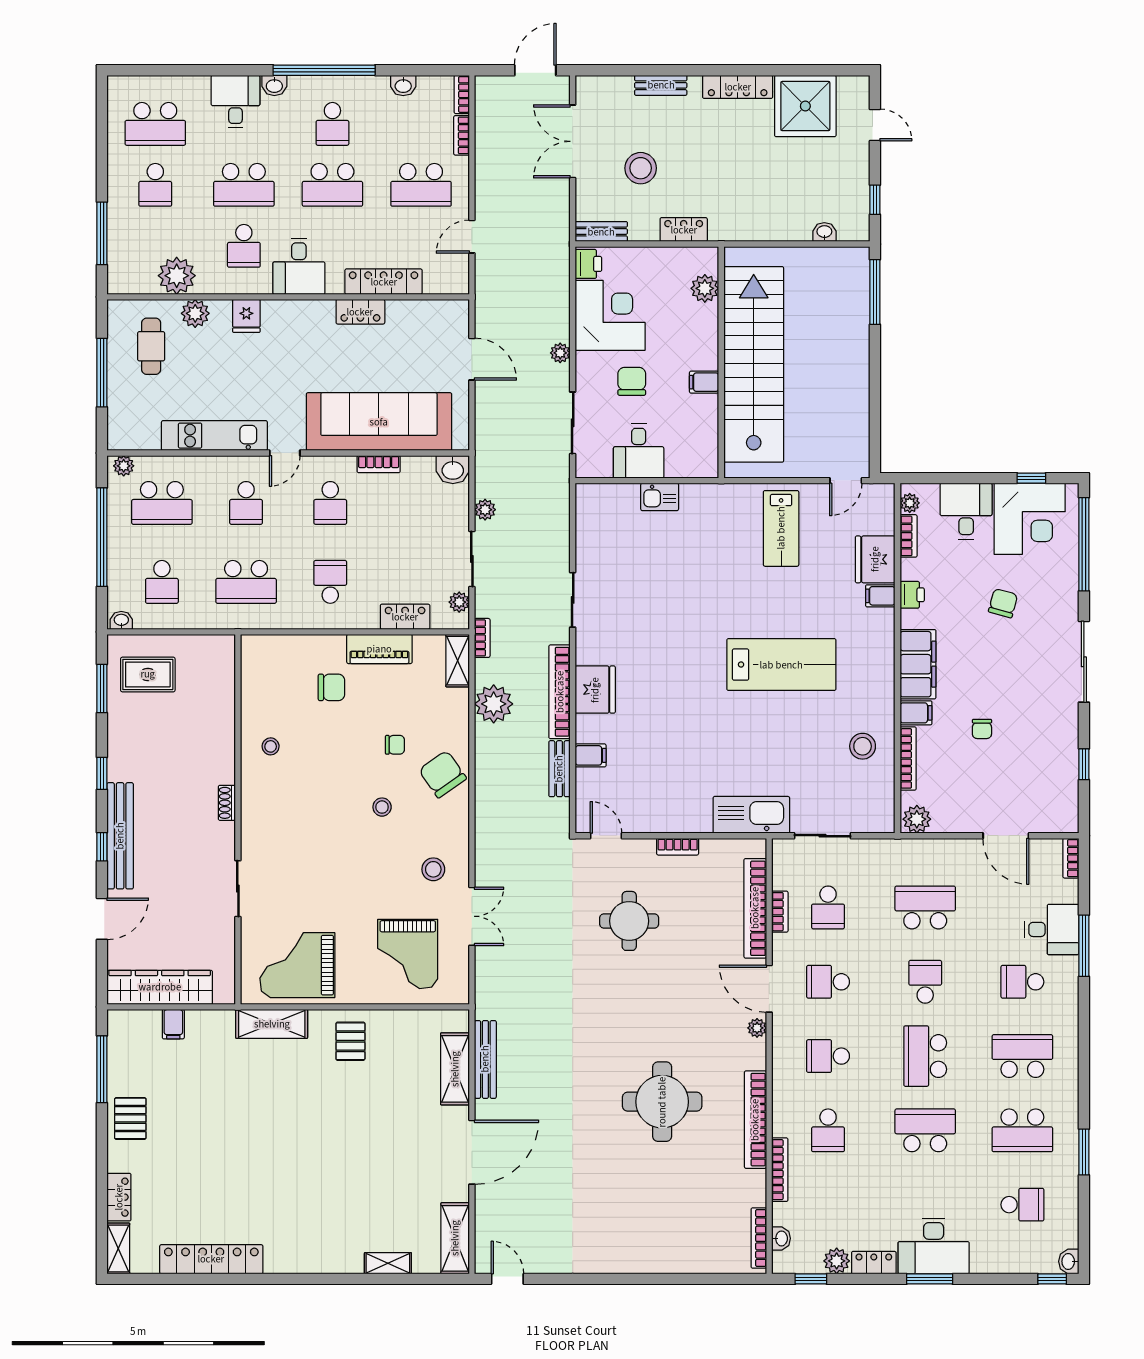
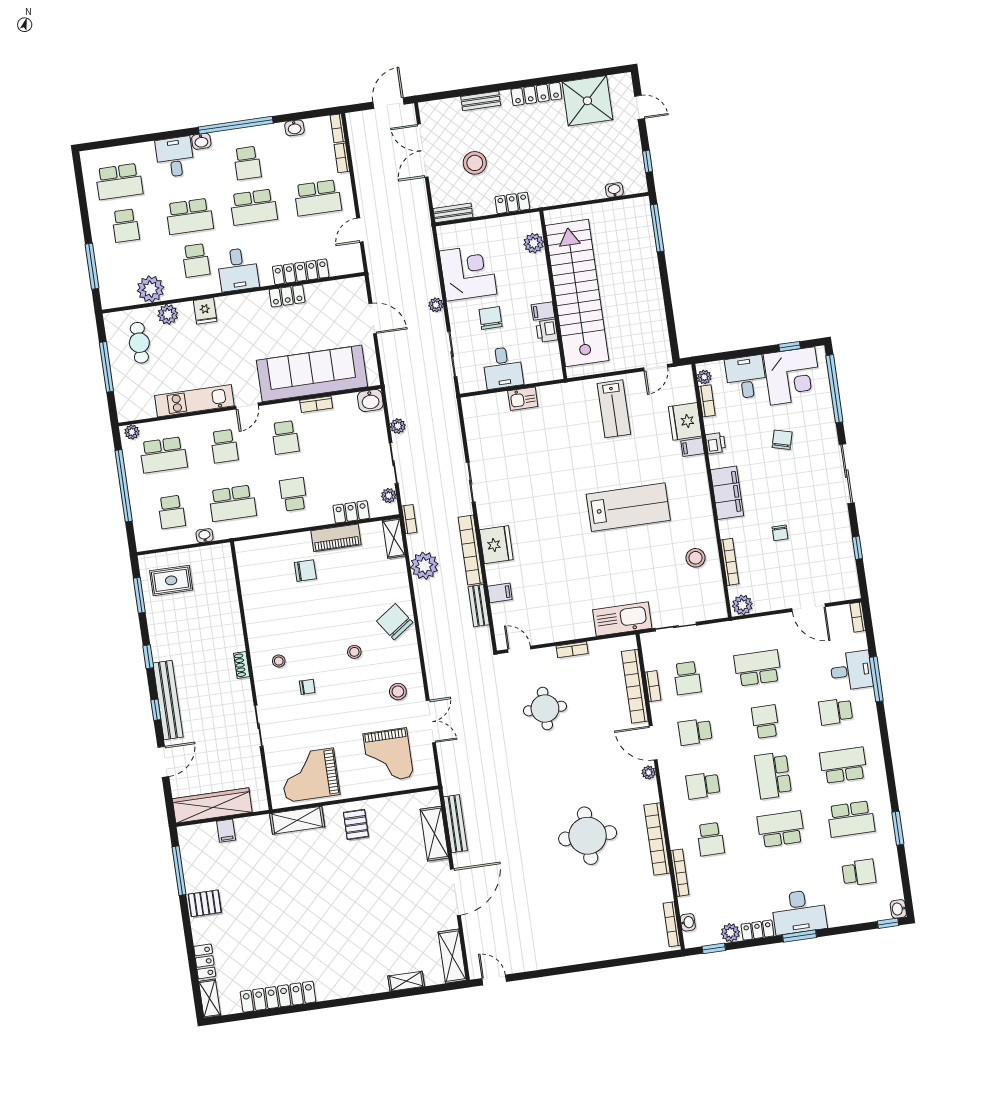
printer: (588, 264) -> (547, 331), moved, turned 180
washbasin: (121, 620) -> (205, 536), moved
filing cabinet: (916, 713) -> (731, 528), removed
chair: (395, 745) -> (307, 687), moved
stool: (271, 746) -> (279, 661), moved
pallet: (130, 1118) -> (205, 903), turned 90

